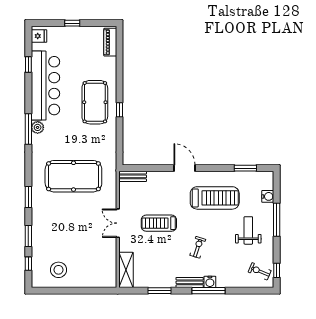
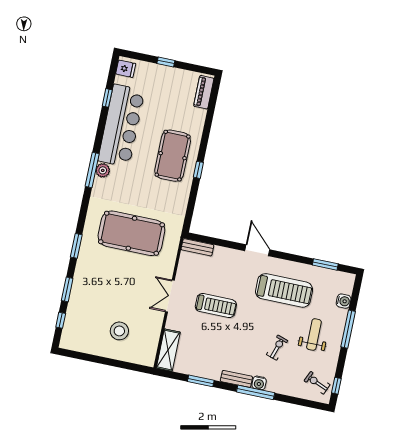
treadmill: (159, 223) -> (216, 306), turned 180
exercise bike: (198, 247) -> (277, 348), moved
stool: (59, 270) -> (119, 331), moved

